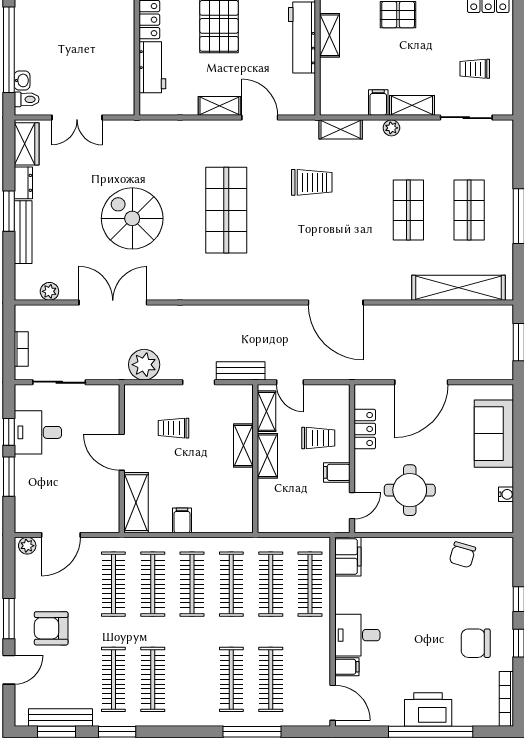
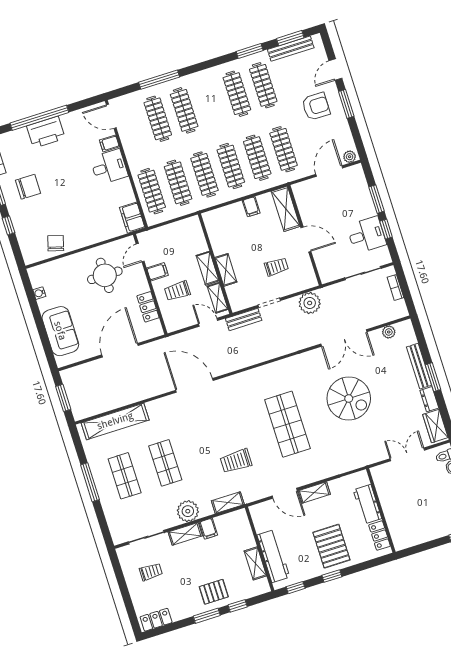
plant: (391, 128) -> (188, 511), width x1.87, depth x1.87

